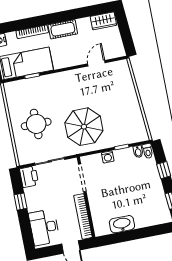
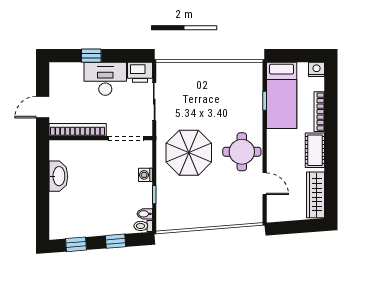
wardrobe: (103, 21) -> (315, 195), width x1.50
round table: (36, 124) -> (242, 152), moved
window: (21, 202) -> (91, 56), moved
desk: (44, 227) -> (105, 79), moved

